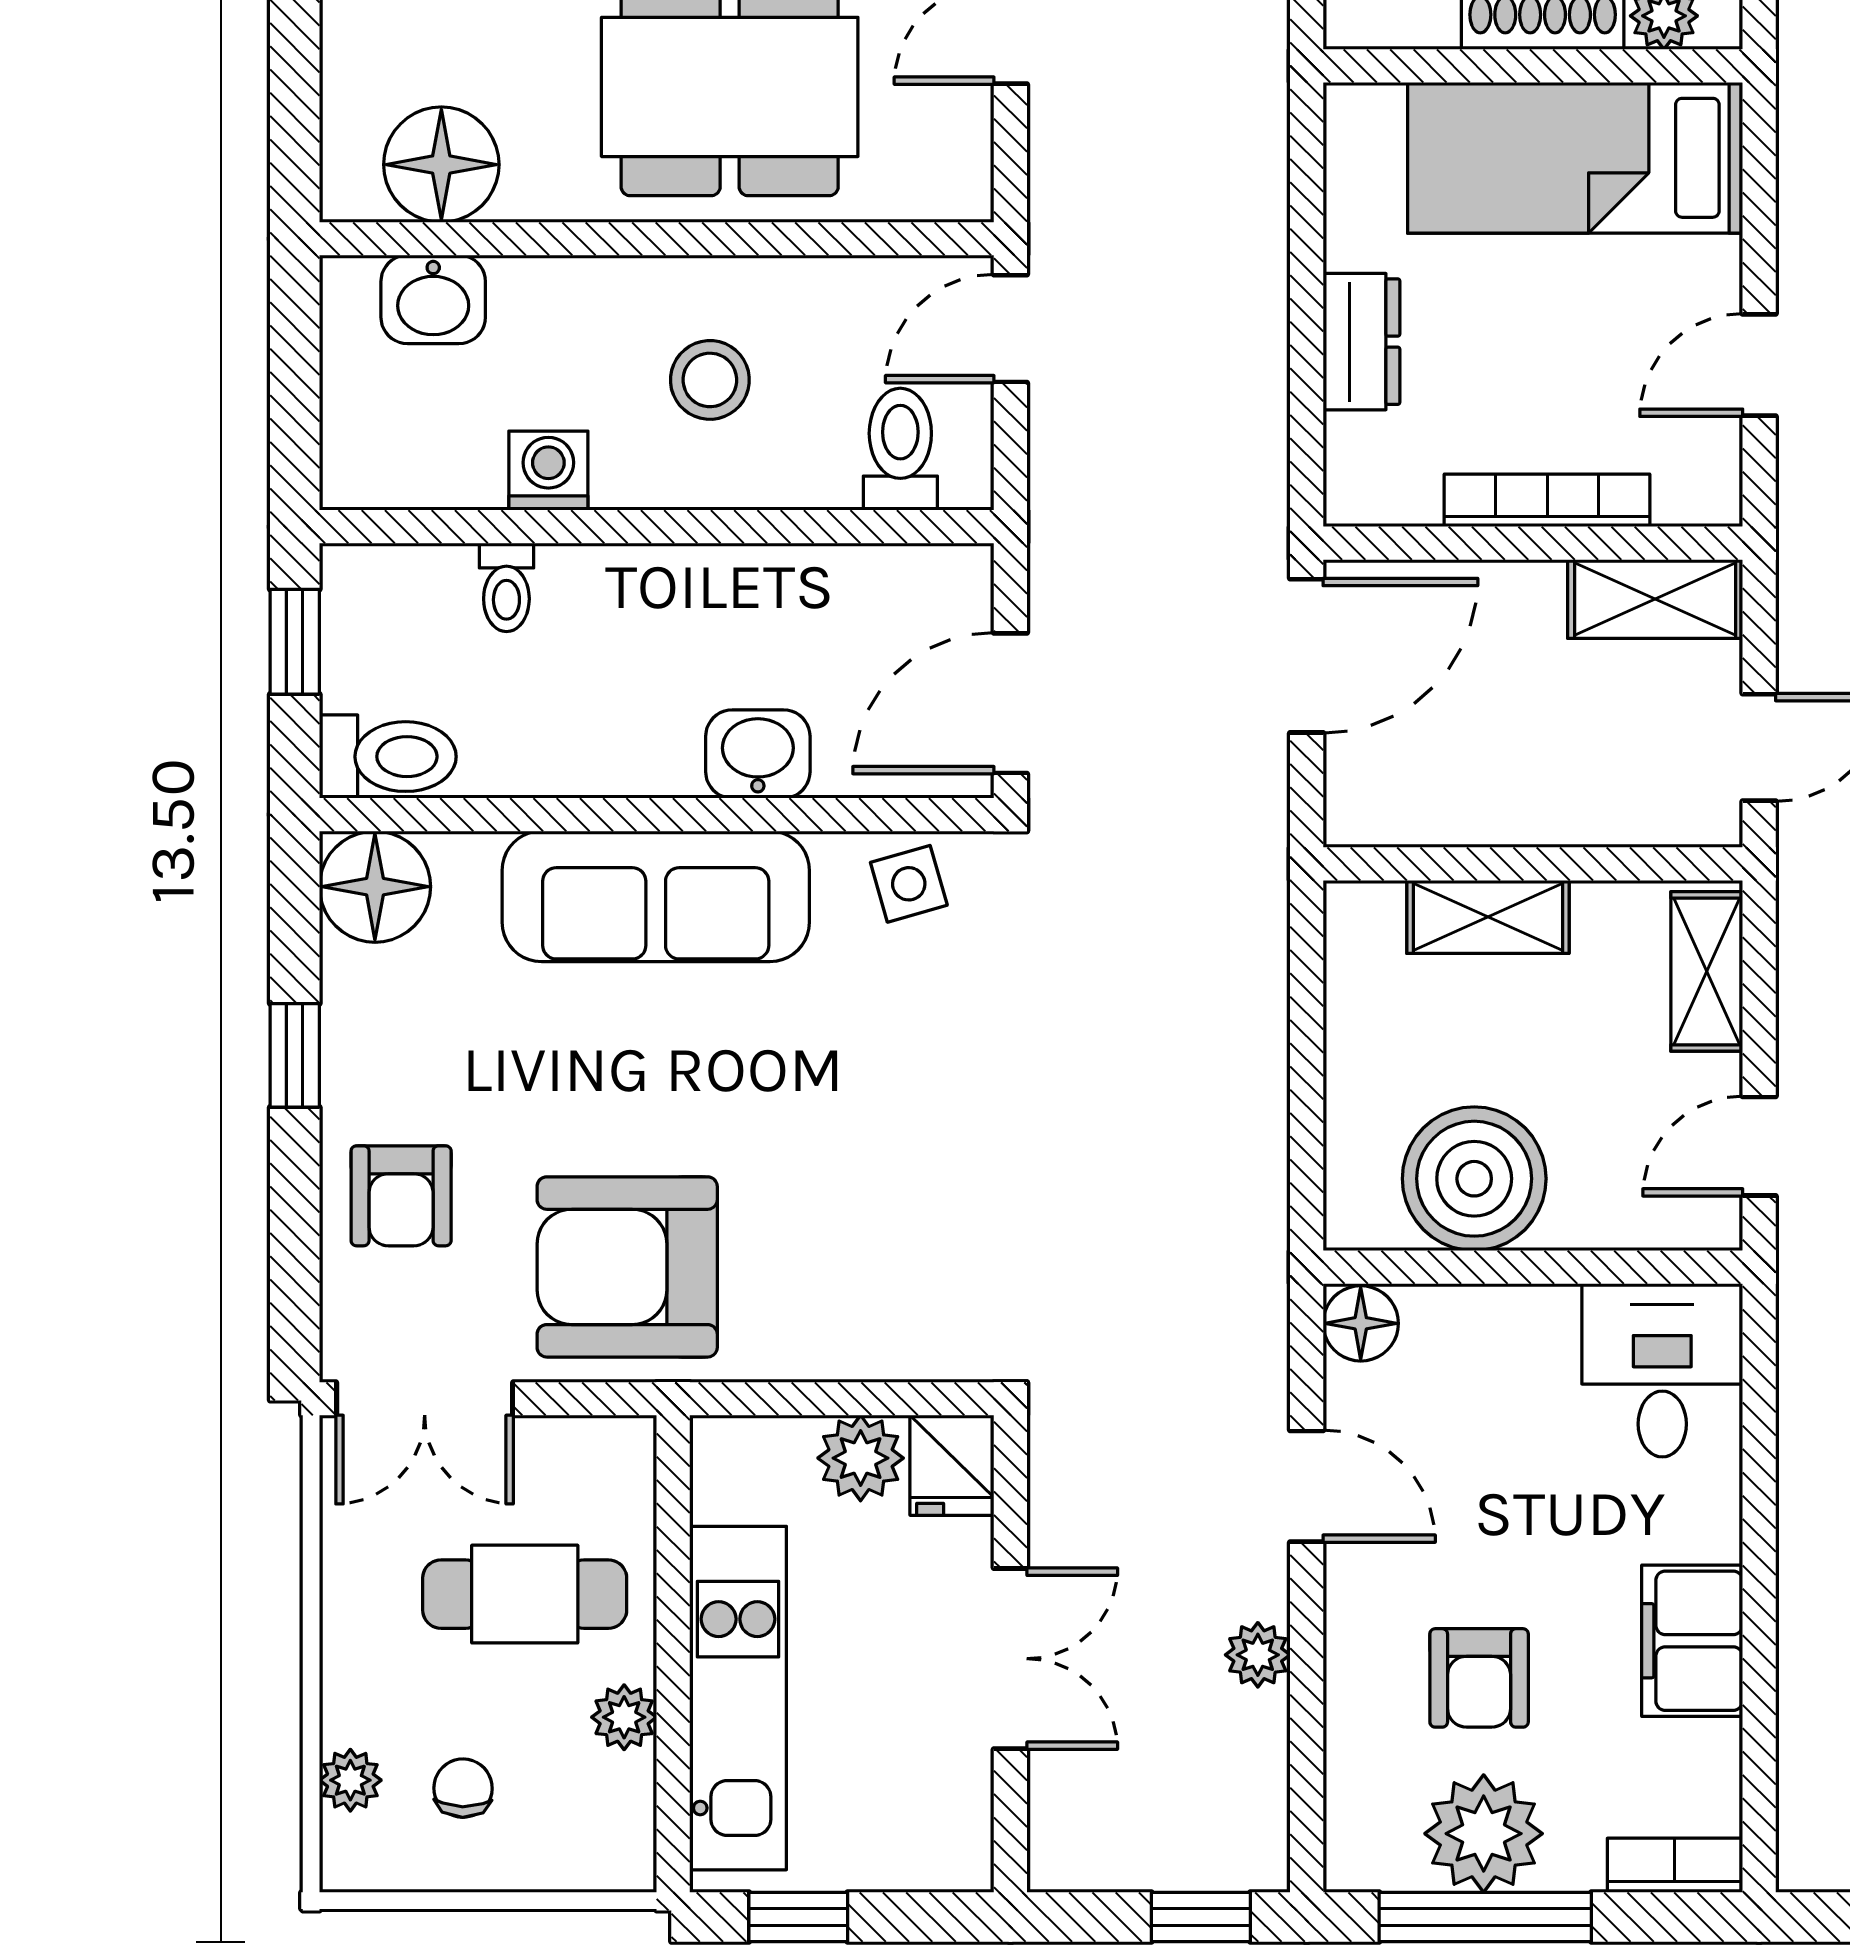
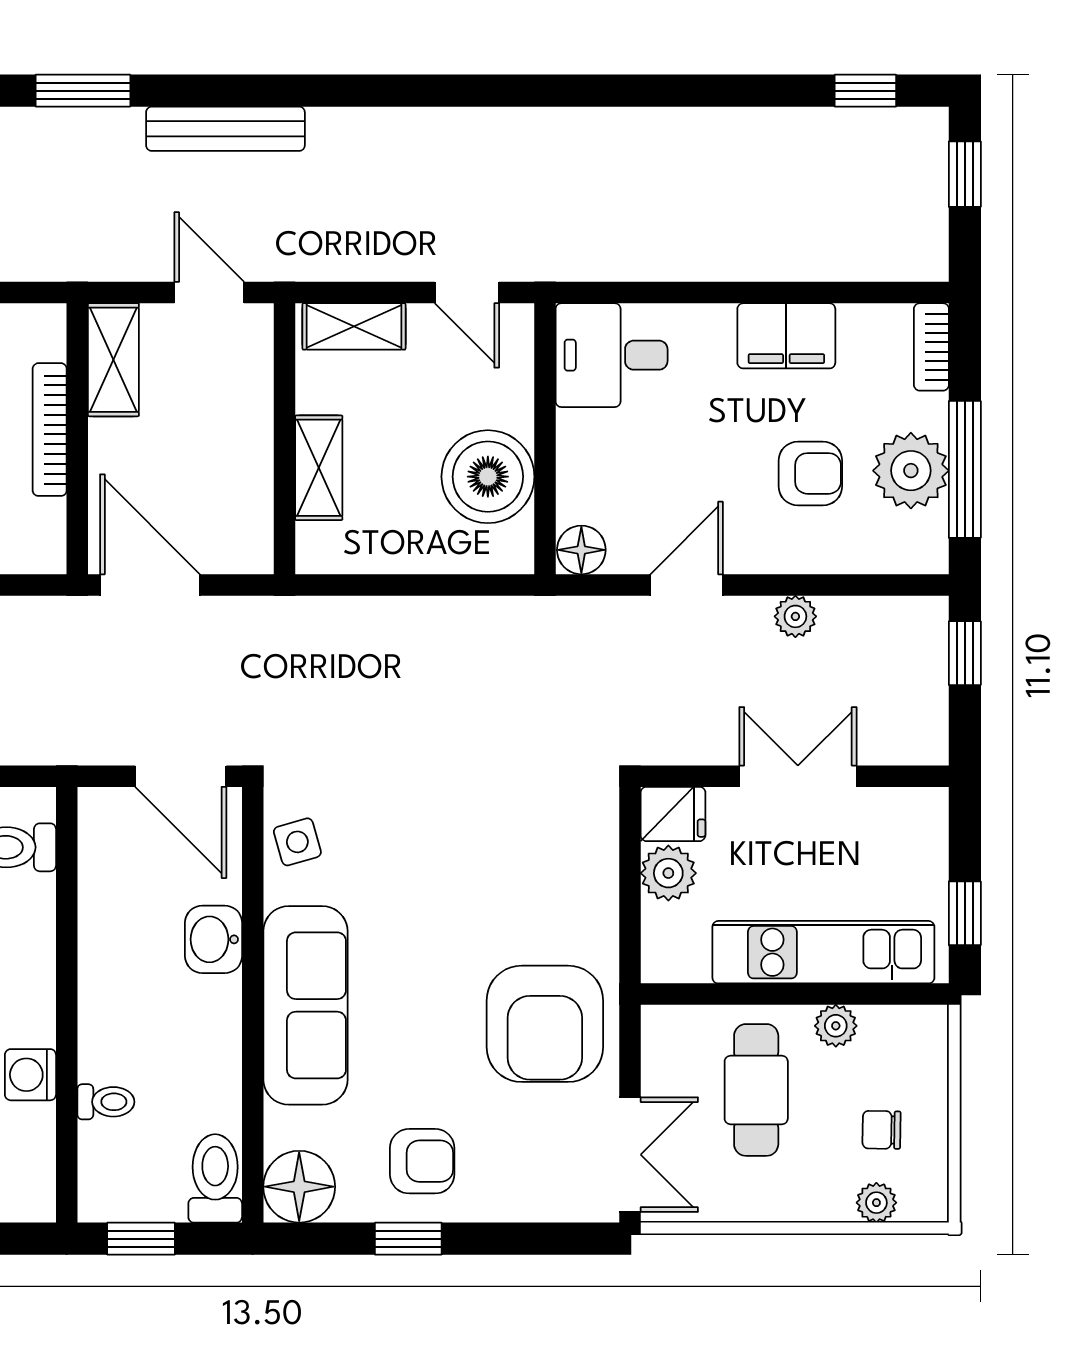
armchair: (401, 1196) -> (422, 1161), moved

